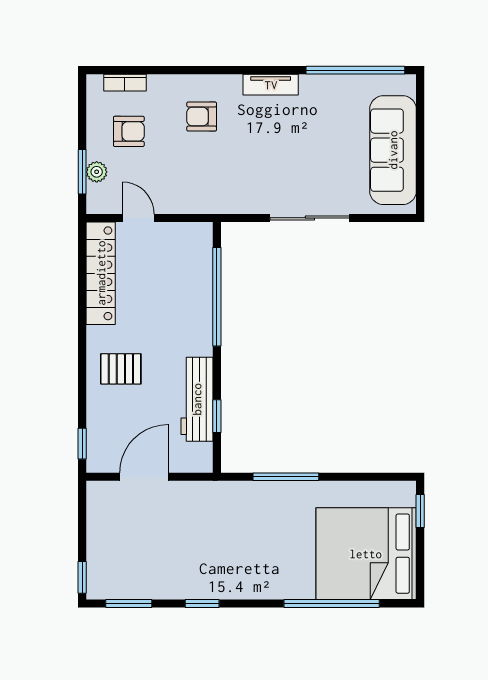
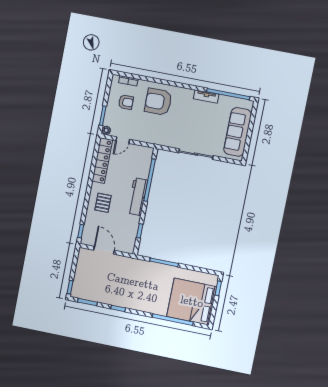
tv unit: (271, 85) -> (206, 97), moved
armchair: (202, 117) -> (158, 102), width x1.88, depth x1.88
plant: (97, 172) -> (106, 130), moved
door: (138, 218) -> (123, 140), swing flipped
pallet: (121, 369) -> (103, 203), turned 90
workbench: (197, 399) -> (138, 197), moved
door: (144, 477) -> (104, 250), hinge flipped

